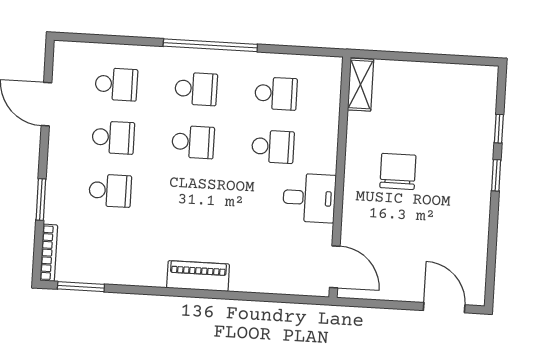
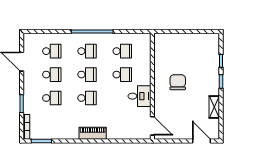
shelving: (361, 85) -> (214, 107), moved
school desk: (190, 195) -> (87, 98), added

